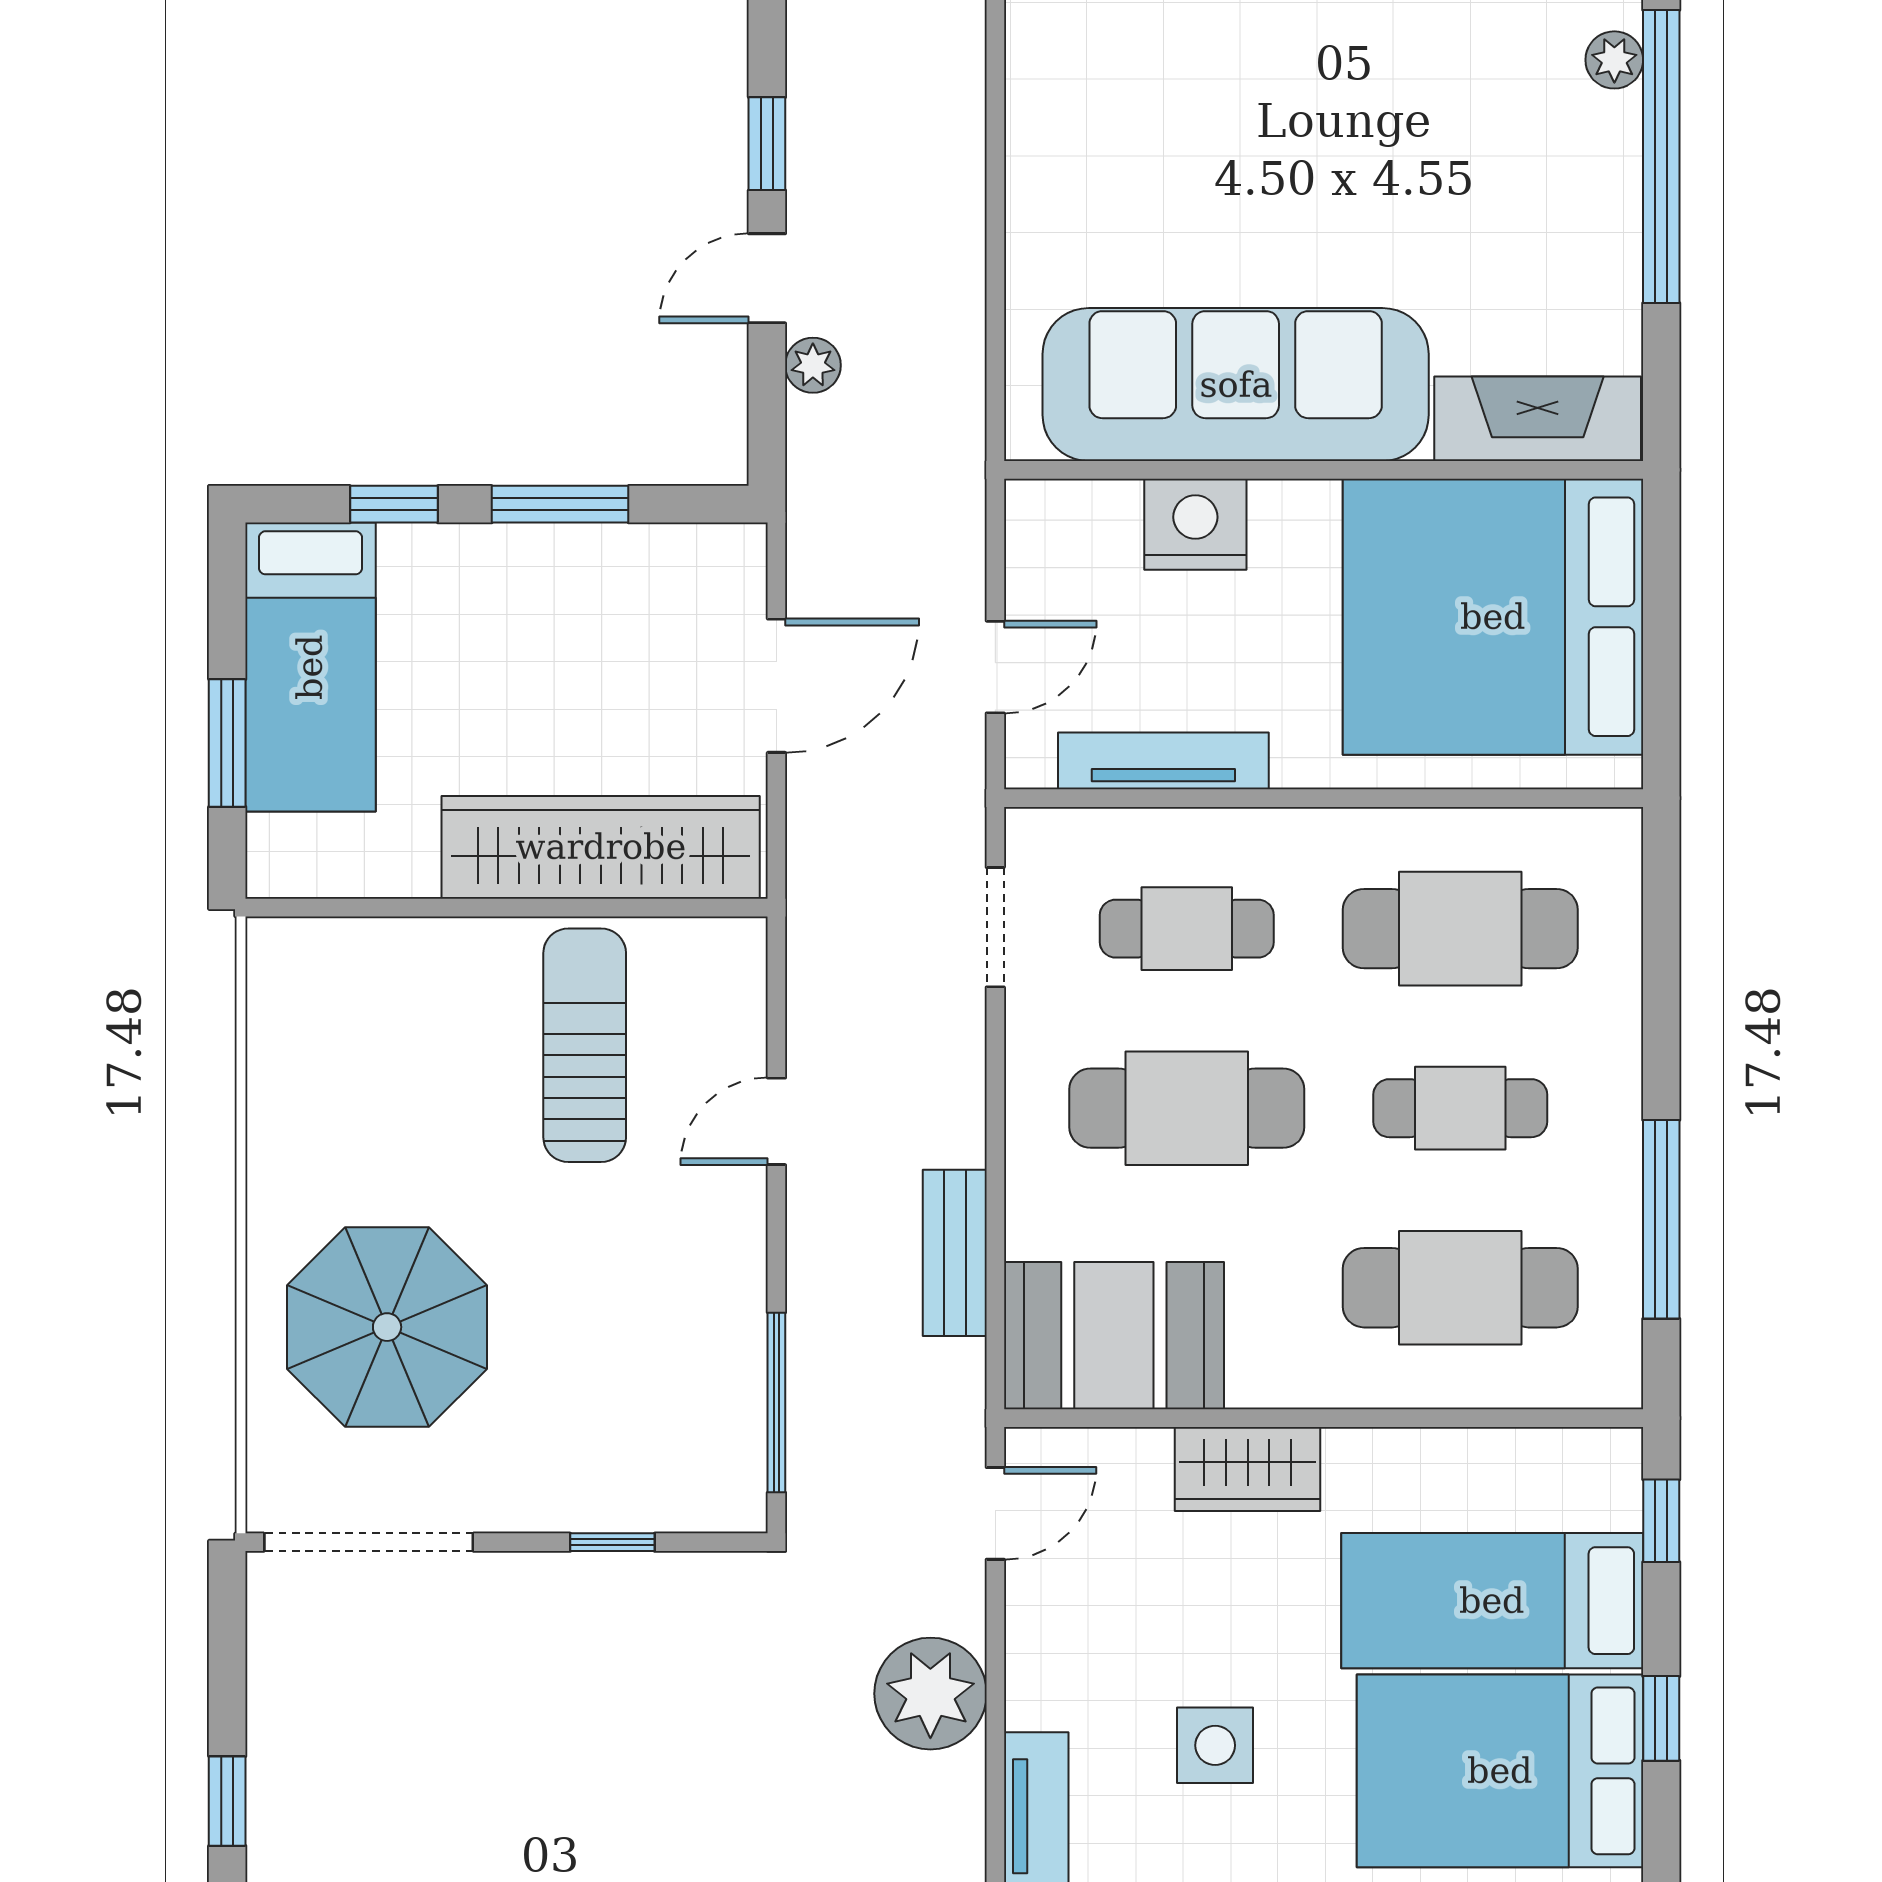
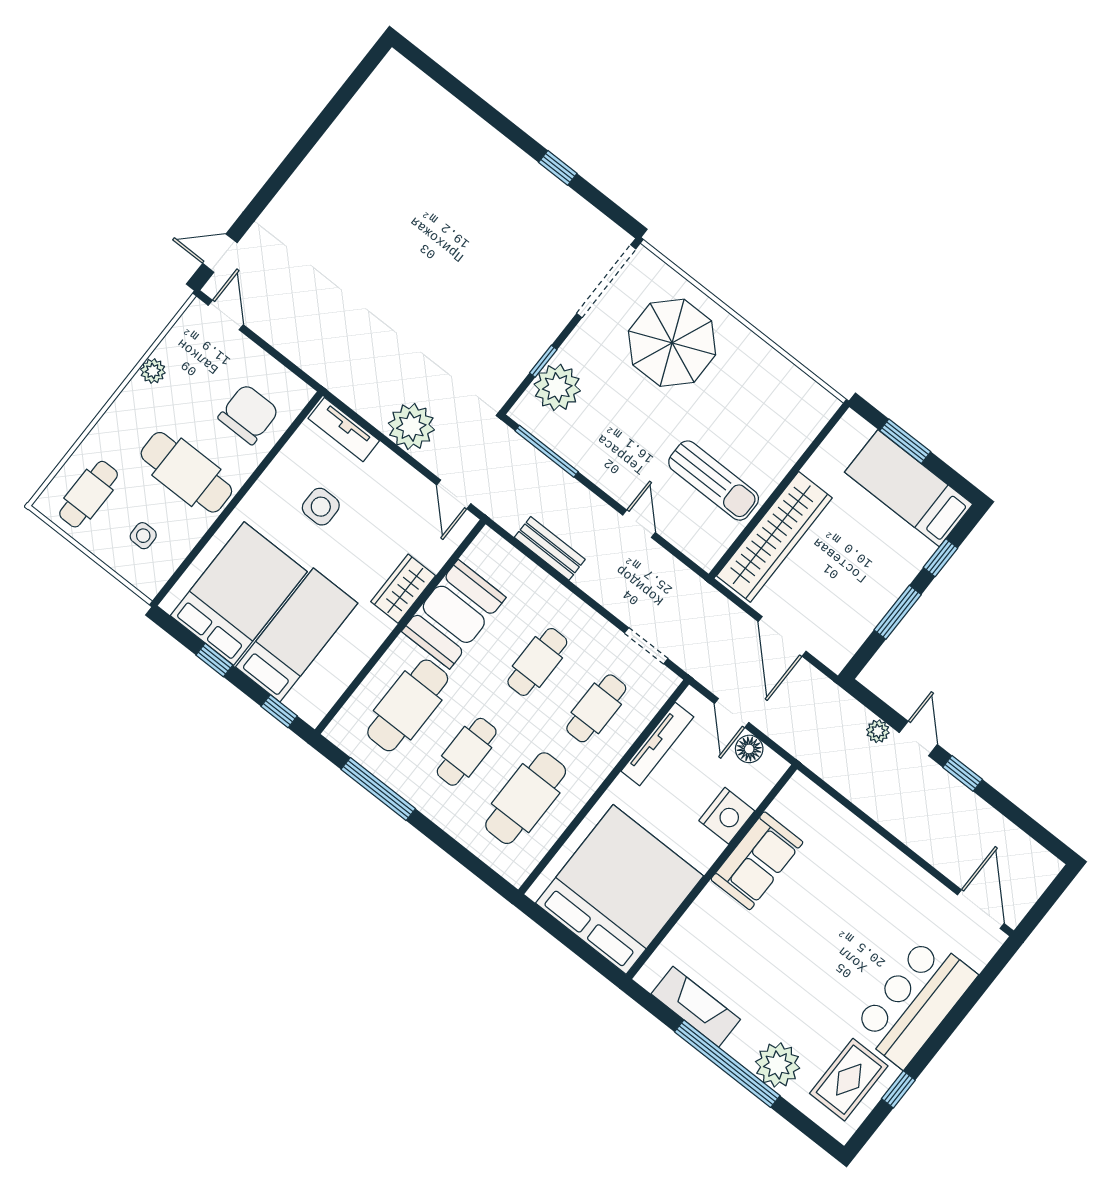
plant: (1614, 60) -> (778, 1065), width x1.88, depth x1.88
sofa: (1236, 385) -> (757, 861), width x0.54, depth x0.79
fireplace: (1538, 419) -> (696, 1007), moved, turned -90
floor lamp: (1037, 581) -> (749, 749), added
cafe table: (1187, 1108) -> (537, 662), width x0.73, depth x0.74
booth: (1114, 1336) -> (454, 614), moved
plant: (641, 1477) -> (557, 387), added

